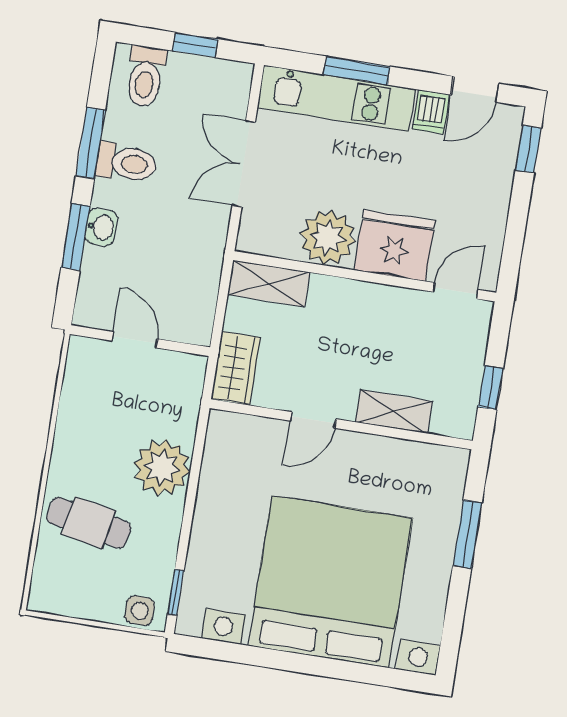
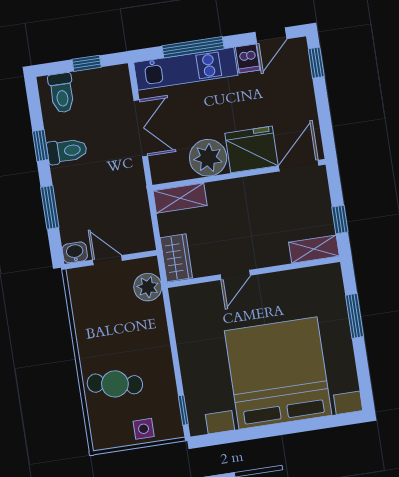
window: (357, 70) -> (193, 47), width x1.44
window: (90, 143) -> (40, 145), width x0.67
double door: (244, 164) -> (141, 128), swing flipped
washbasin: (101, 227) -> (75, 252), moved, turned -90
door: (456, 291) -> (299, 166), width x1.38
shelving: (394, 412) -> (314, 249), moved
plant: (162, 468) -> (148, 287), moved, width x0.73, depth x0.73
side table: (140, 611) -> (144, 429), moved

